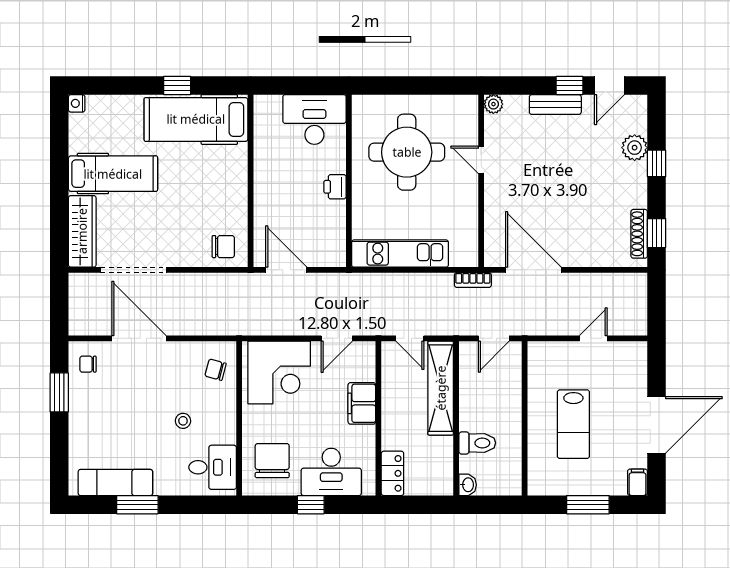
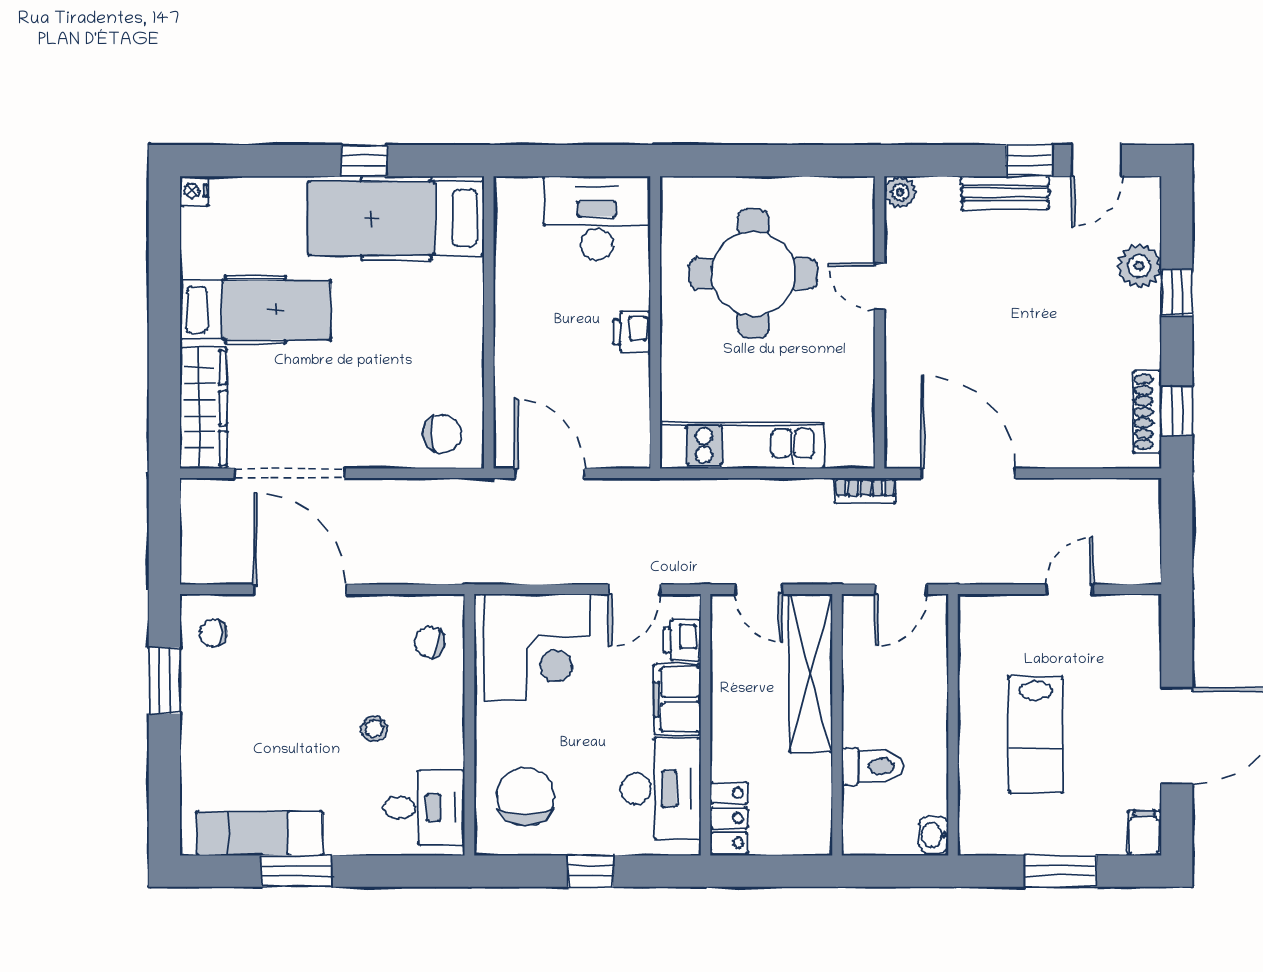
printer: (365, 369) -> (682, 640), added
desk: (331, 472) -> (661, 789), moved, turned -90
washbasin: (468, 485) -> (934, 835), moved, turned 180

